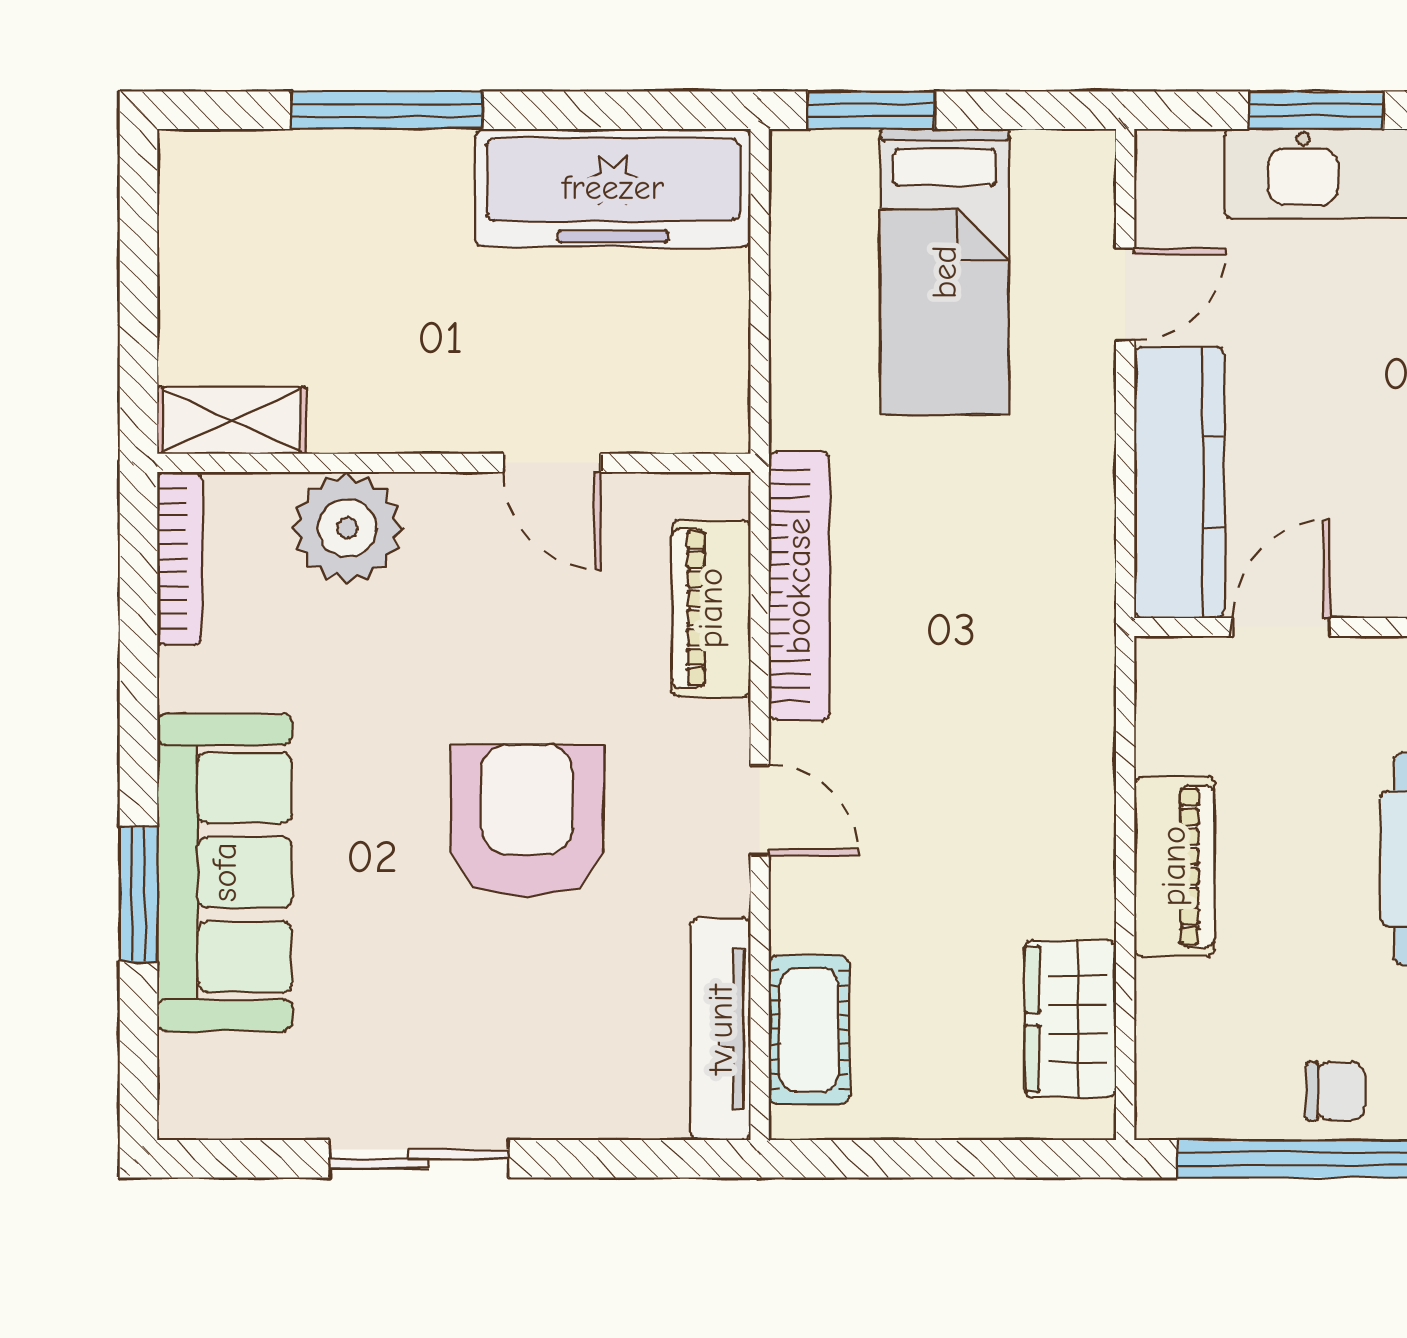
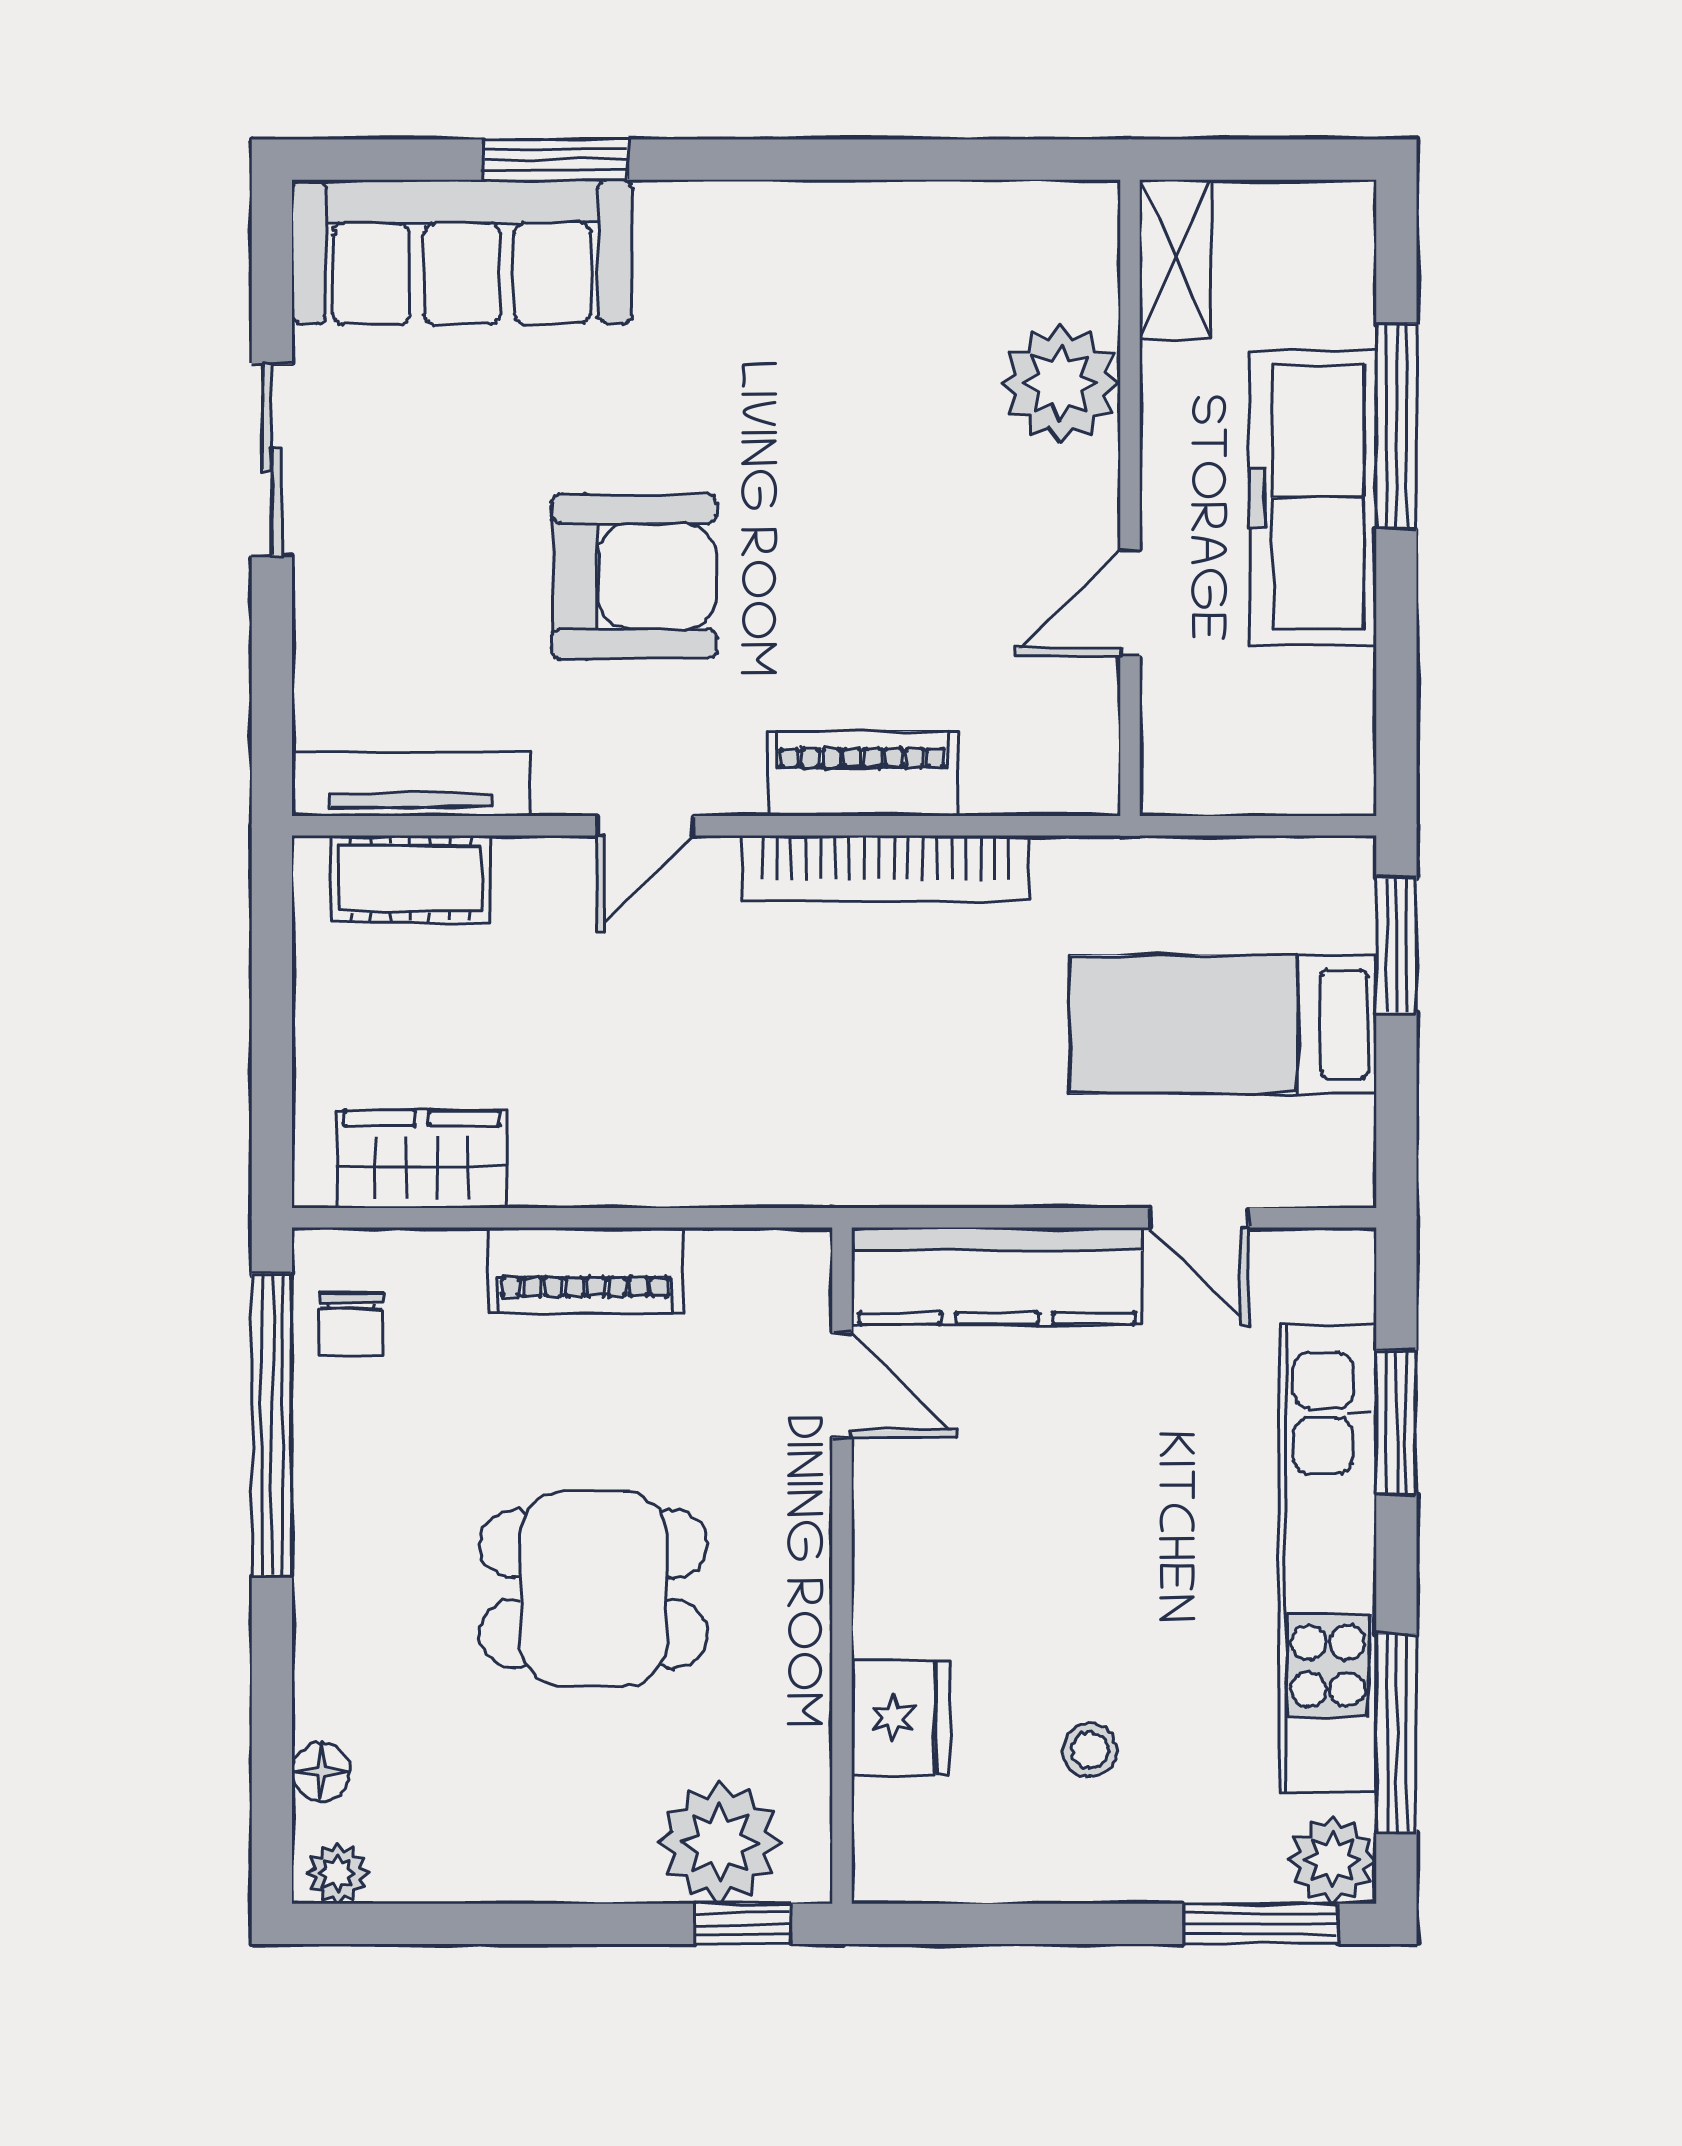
freezer: (613, 188) -> (1313, 497), moved
shelving: (231, 420) -> (1175, 259), moved
wall: (454, 463) -> (1130, 498), moved
door: (552, 463) -> (1130, 603), moved
plant: (347, 528) -> (1060, 383), moved
bookcase: (179, 559) -> (915, 203), removed
sofa: (225, 872) -> (462, 252), moved
chair: (1336, 1091) -> (351, 1325), moved

